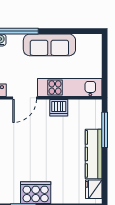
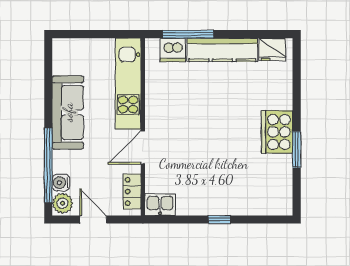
door: (25, 98) -> (143, 148), swing flipped
dishwasher: (59, 108) -> (173, 50), moved, turned 90

